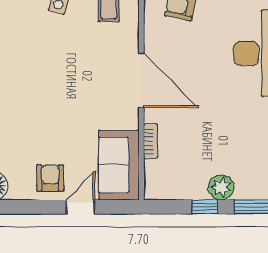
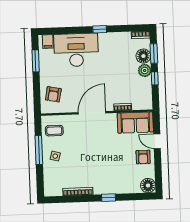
armchair: (50, 178) -> (143, 157), turned -90
floor lamp: (250, 186) -> (143, 56), added

